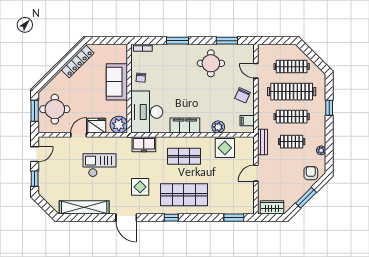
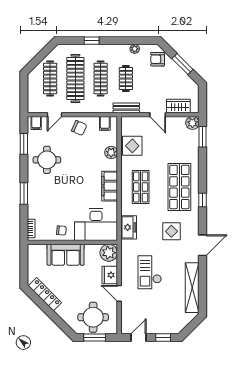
filing cabinet: (247, 53) -> (36, 123), added
door: (35, 154) -> (138, 338), hinge flipped
wardrobe: (272, 207) -> (178, 106), moved, turned 90
plant: (248, 208) -> (192, 123), added

